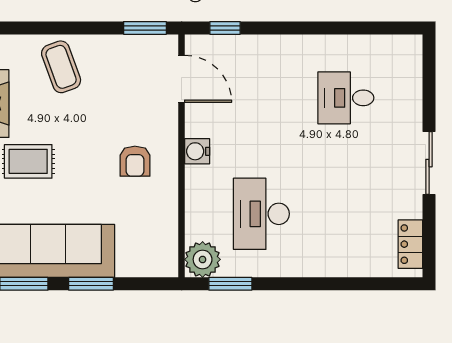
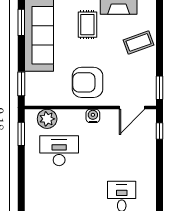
armchair: (135, 161) -> (88, 82), width x1.88, depth x1.88
plant: (203, 259) -> (47, 119), moved
window: (91, 284) -> (21, 84), moved

